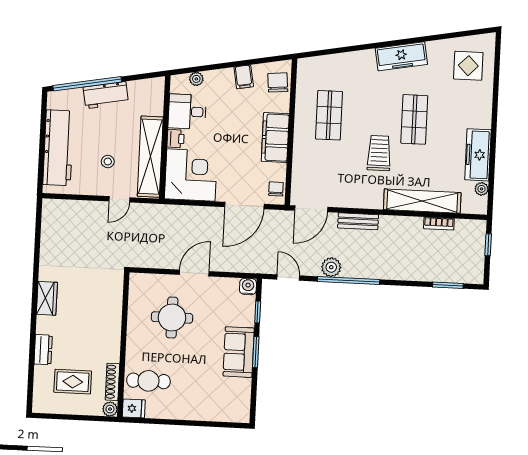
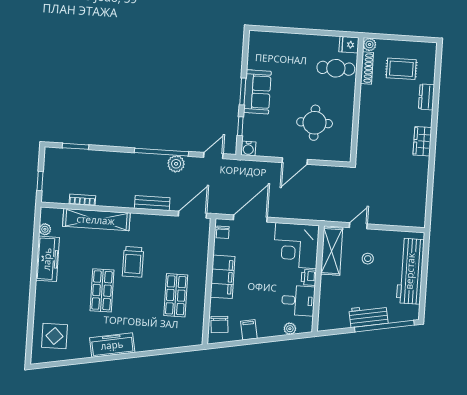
shelving: (150, 157) -> (332, 251), width x0.68
door: (288, 278) -> (213, 156), swing flipped

